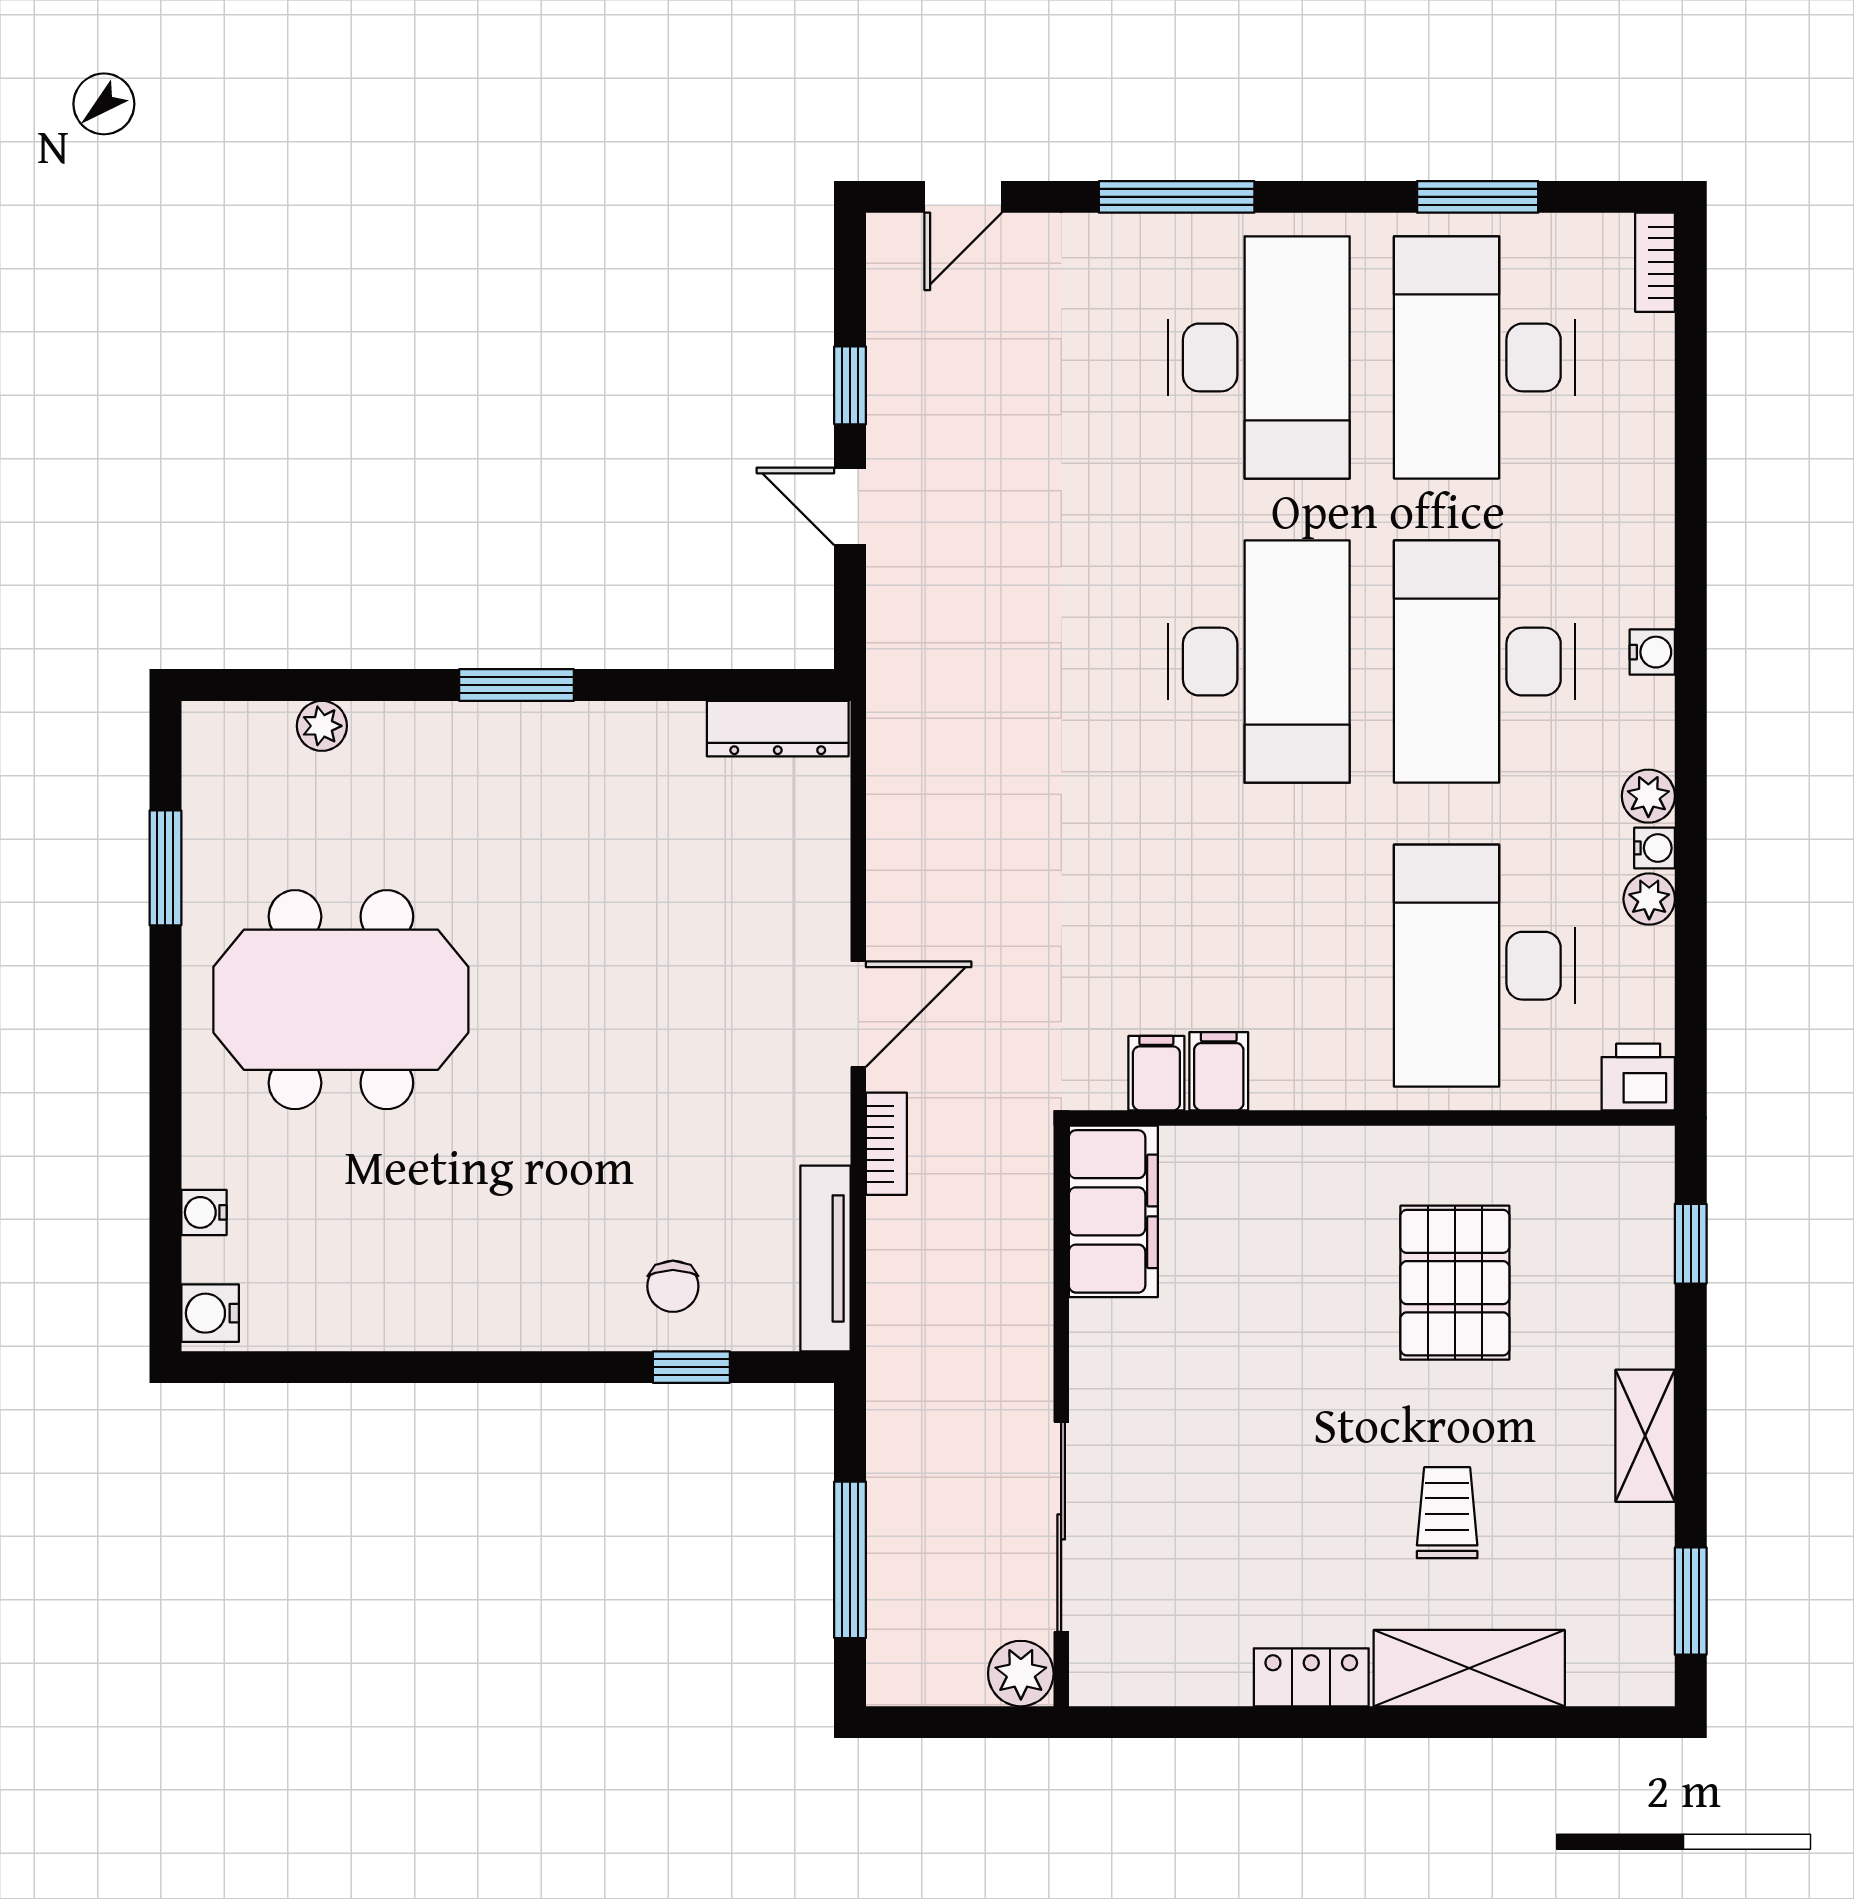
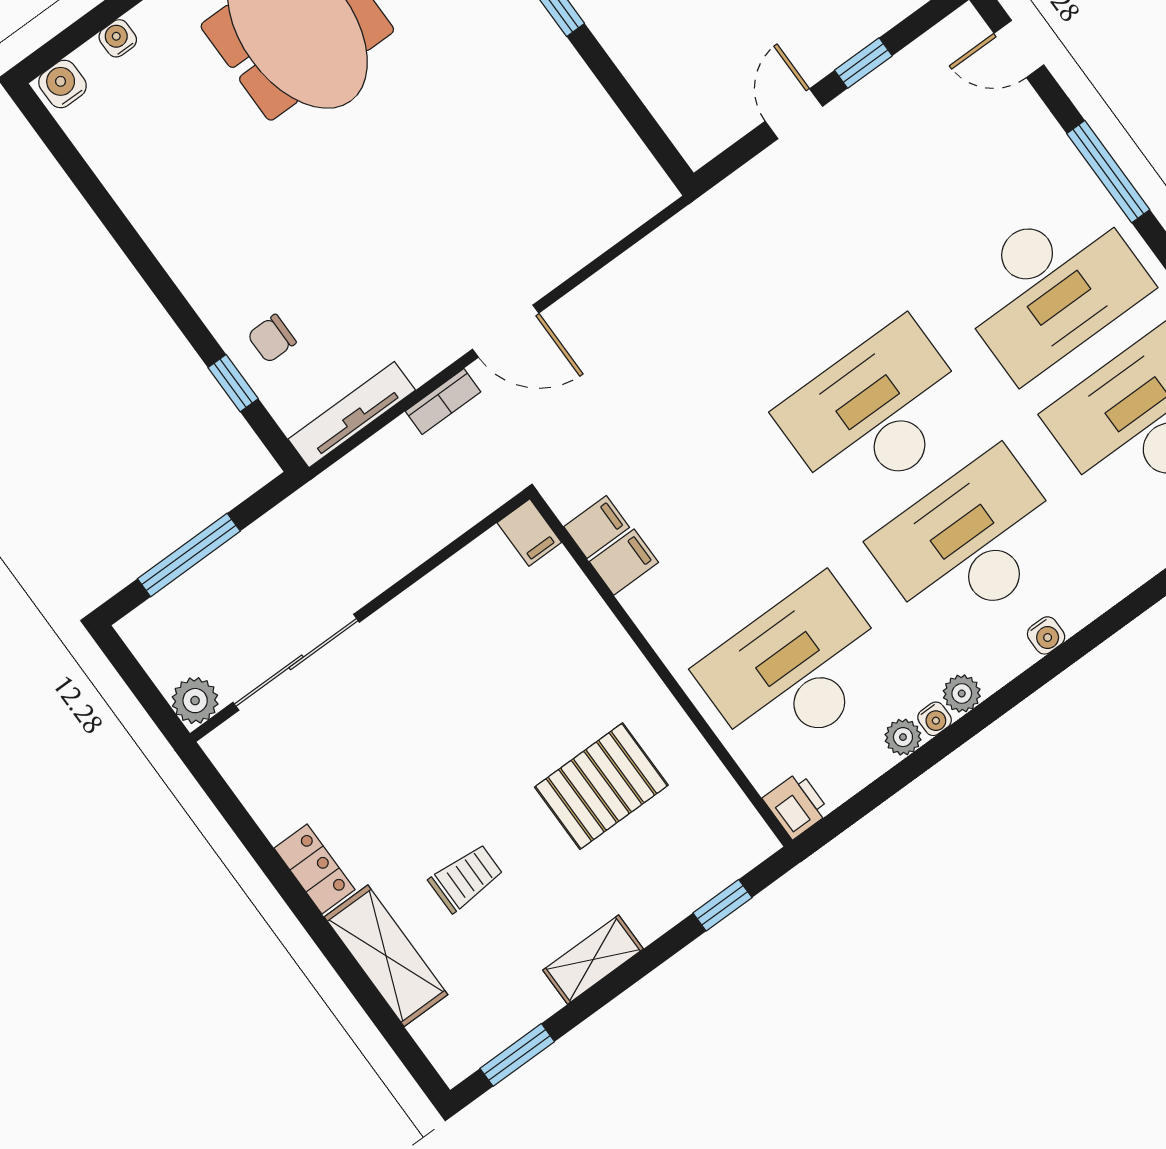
desk: (1259, 662) -> (876, 414), turned 180
dresser: (778, 729) -> (636, 165), removed
filing cabinet: (1113, 1211) -> (529, 533), width x0.33, depth x0.86

